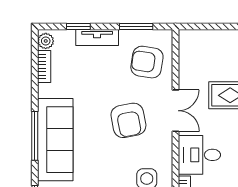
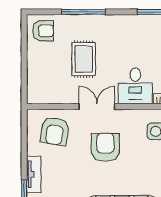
window: (136, 26) -> (24, 141), removed
armchair: (128, 120) -> (105, 147), turned -79

